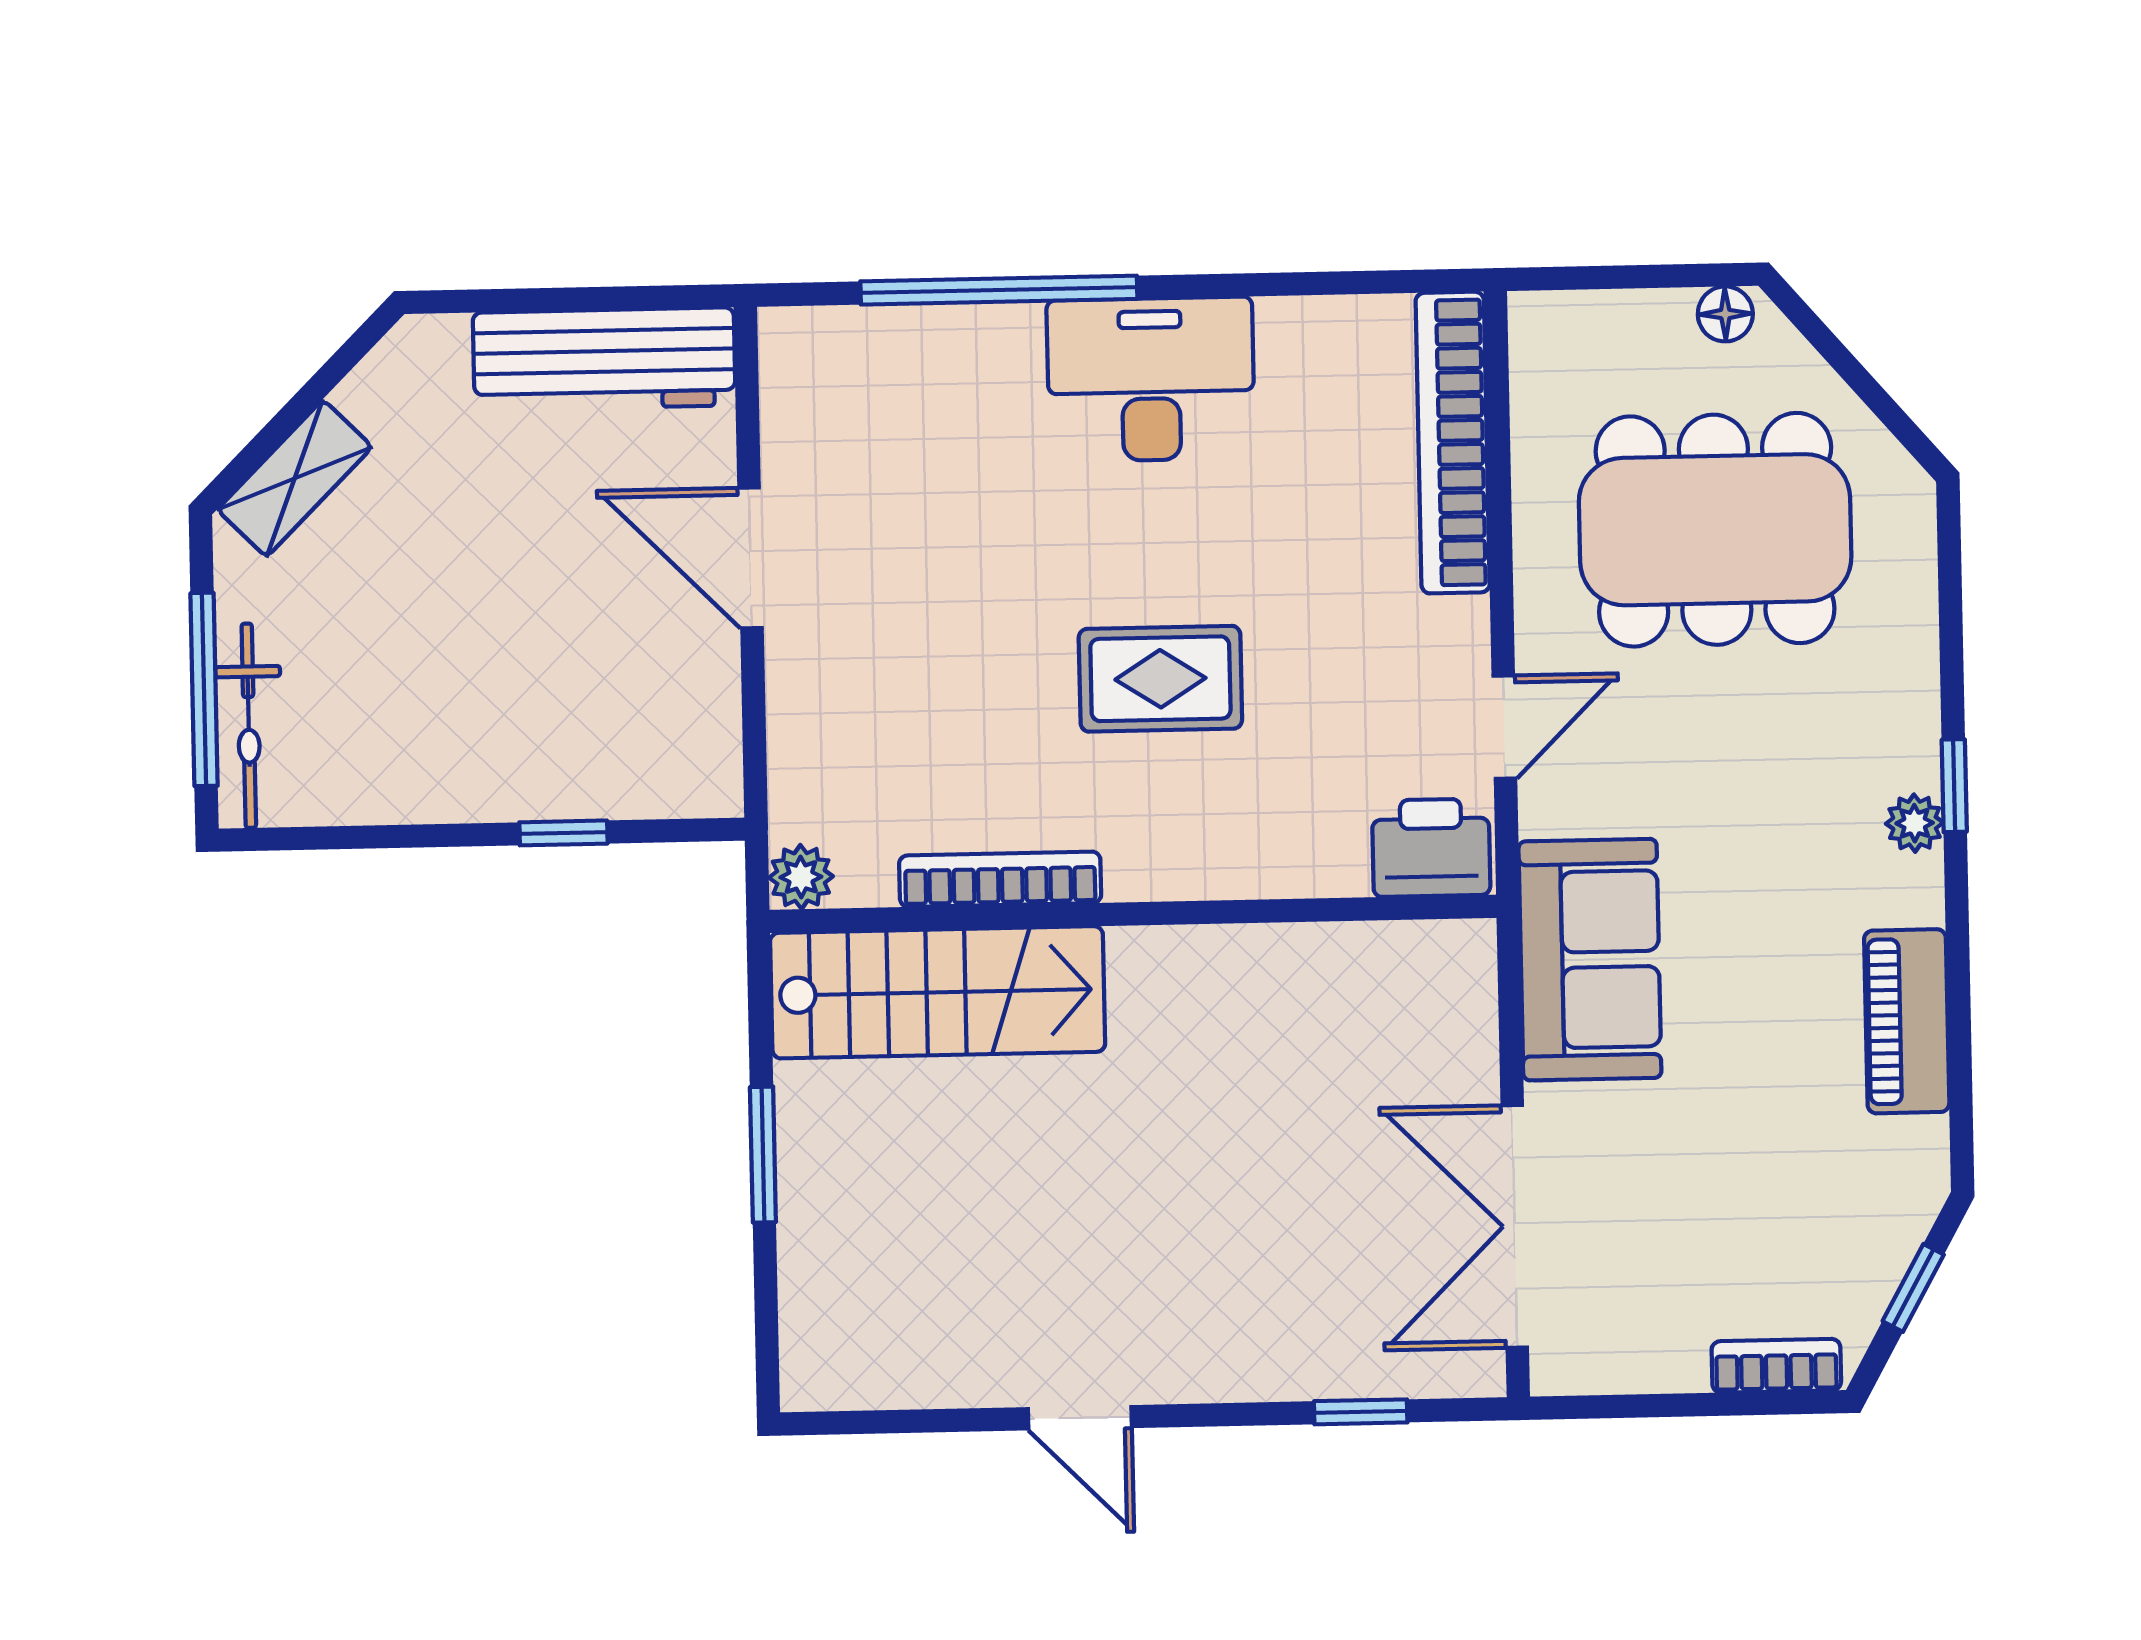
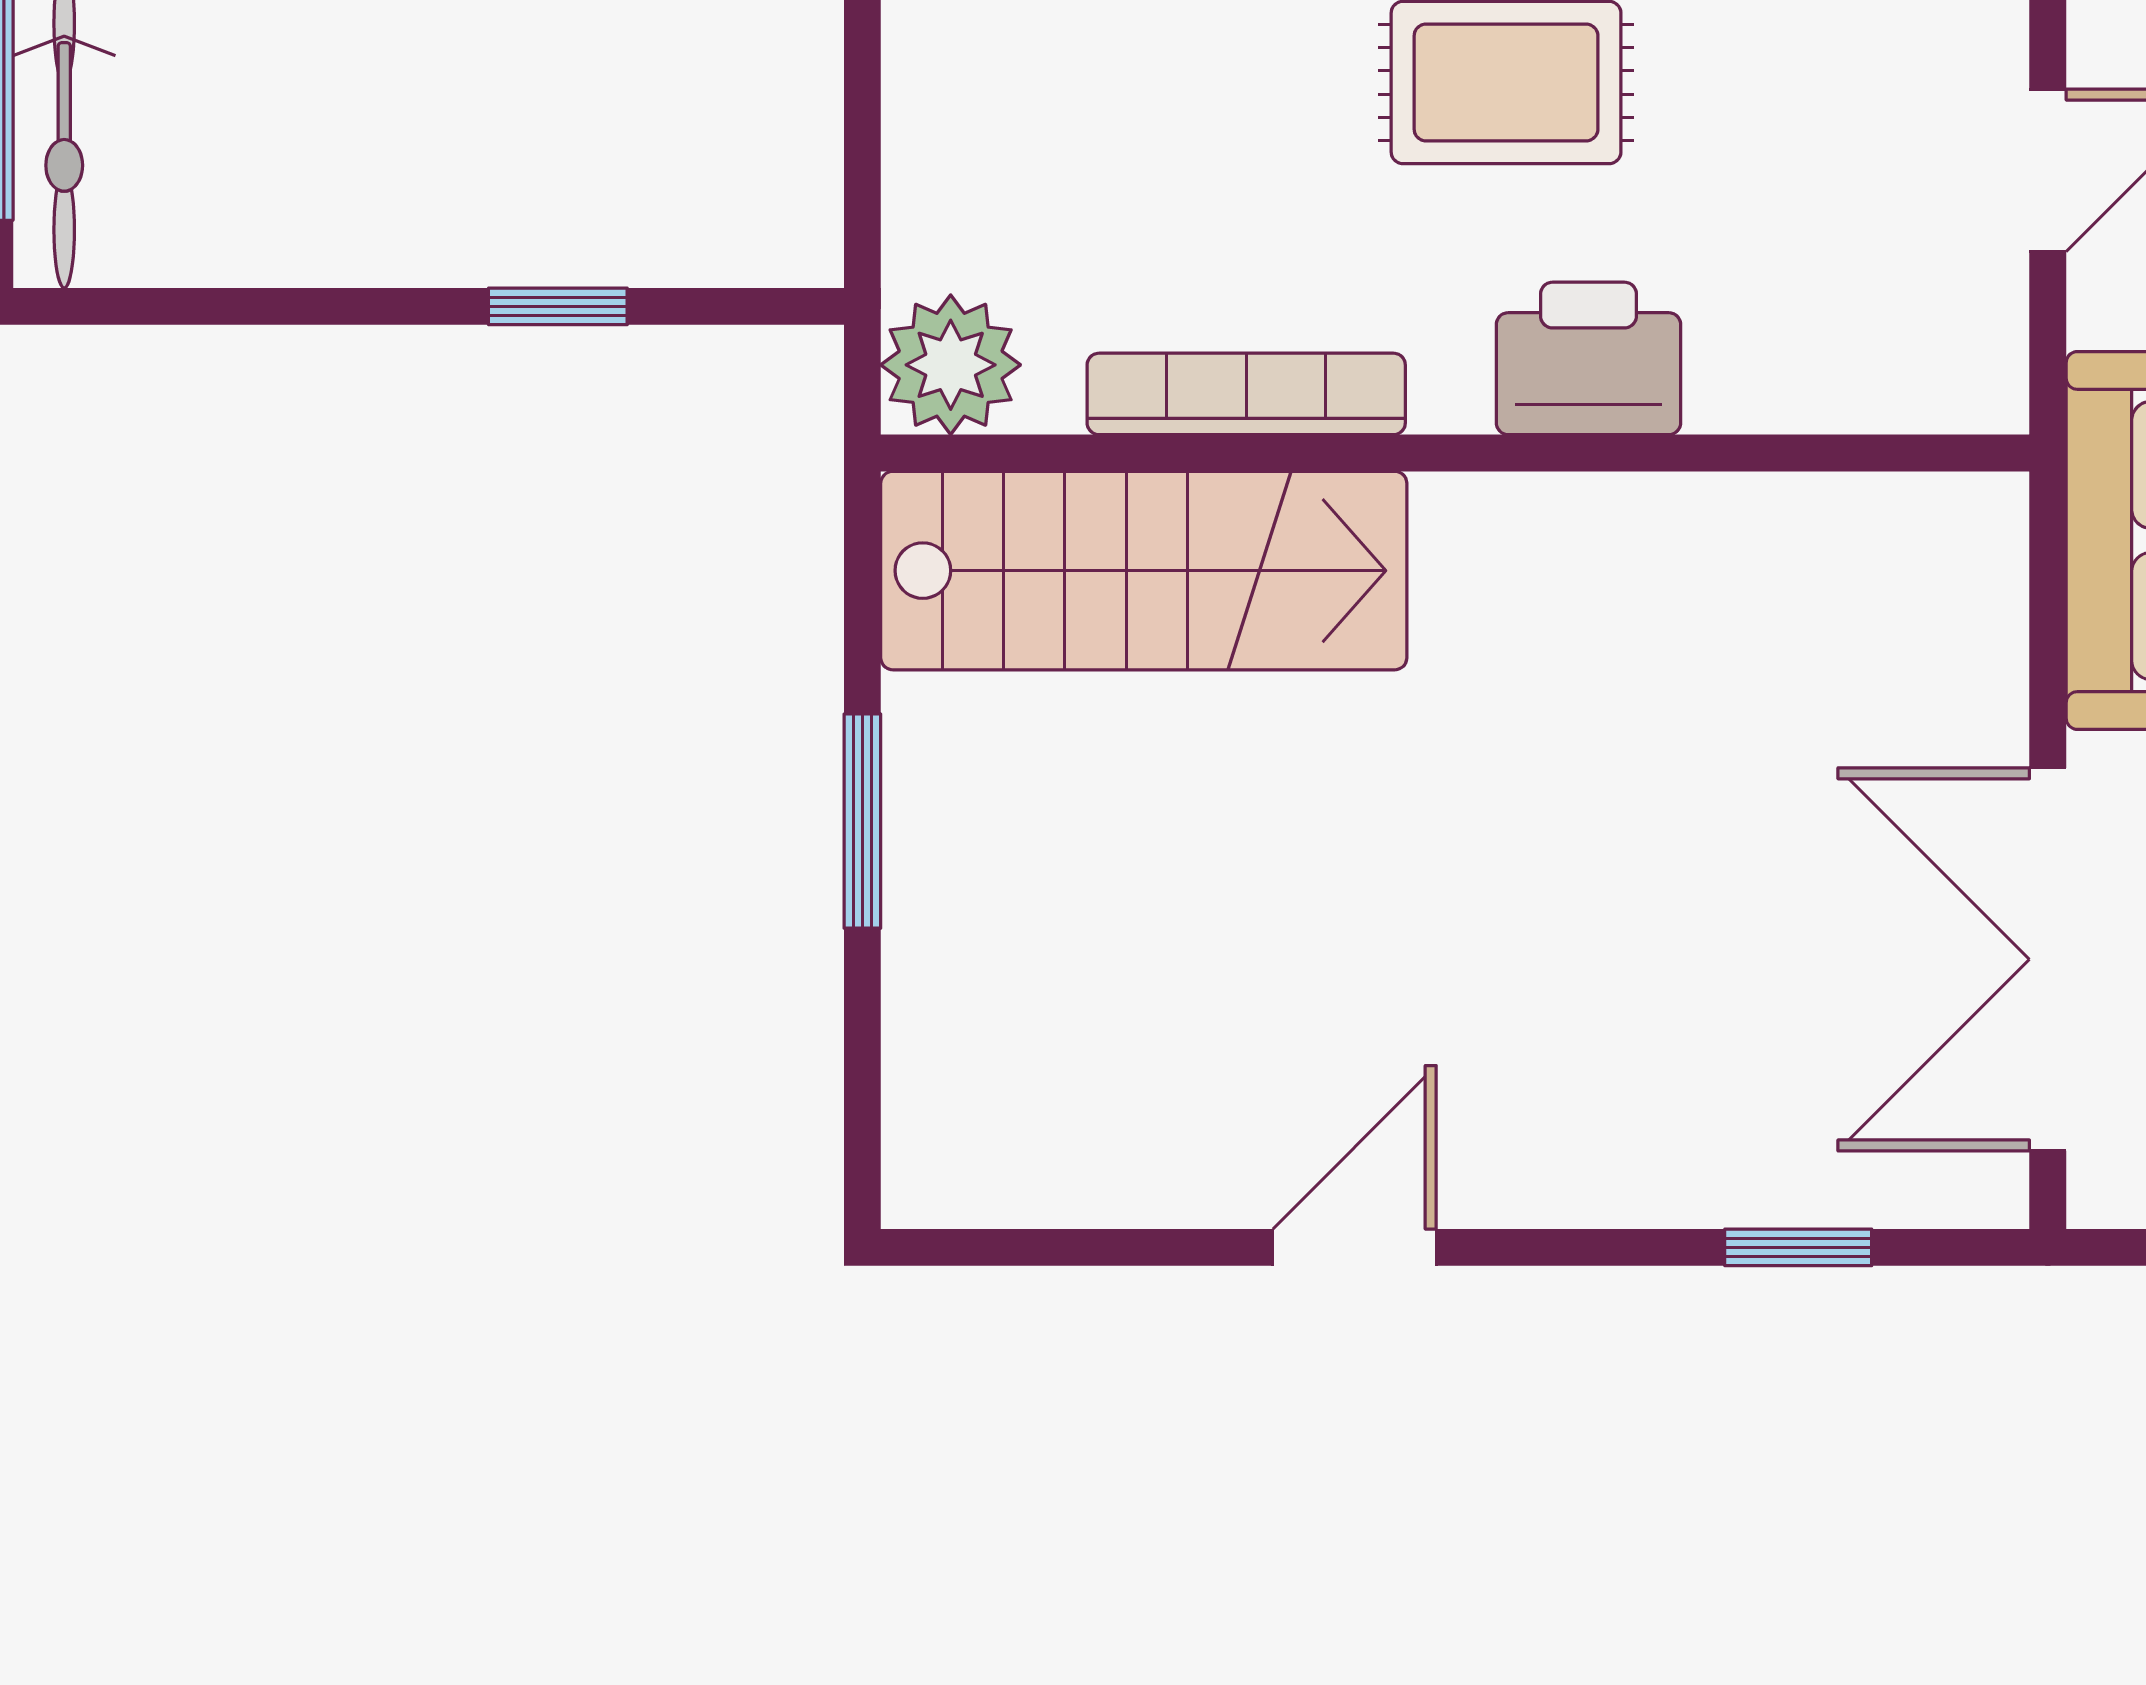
printer: (1431, 848) -> (1588, 358), moved
plant: (801, 877) -> (951, 365), width x1.38, depth x1.38
door: (1080, 1418) -> (1354, 1247), swing flipped

